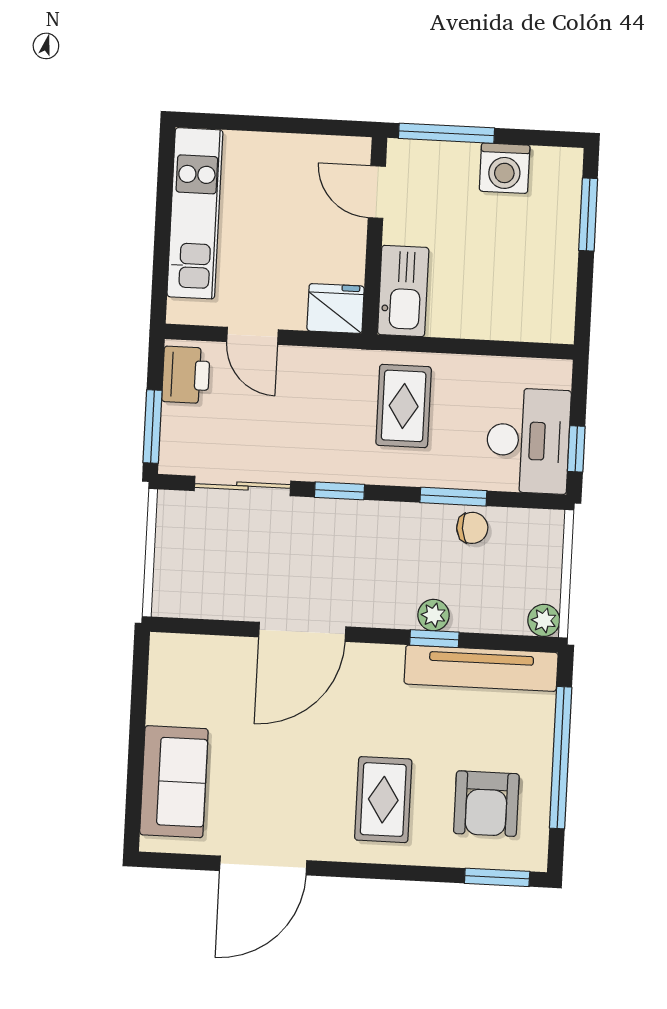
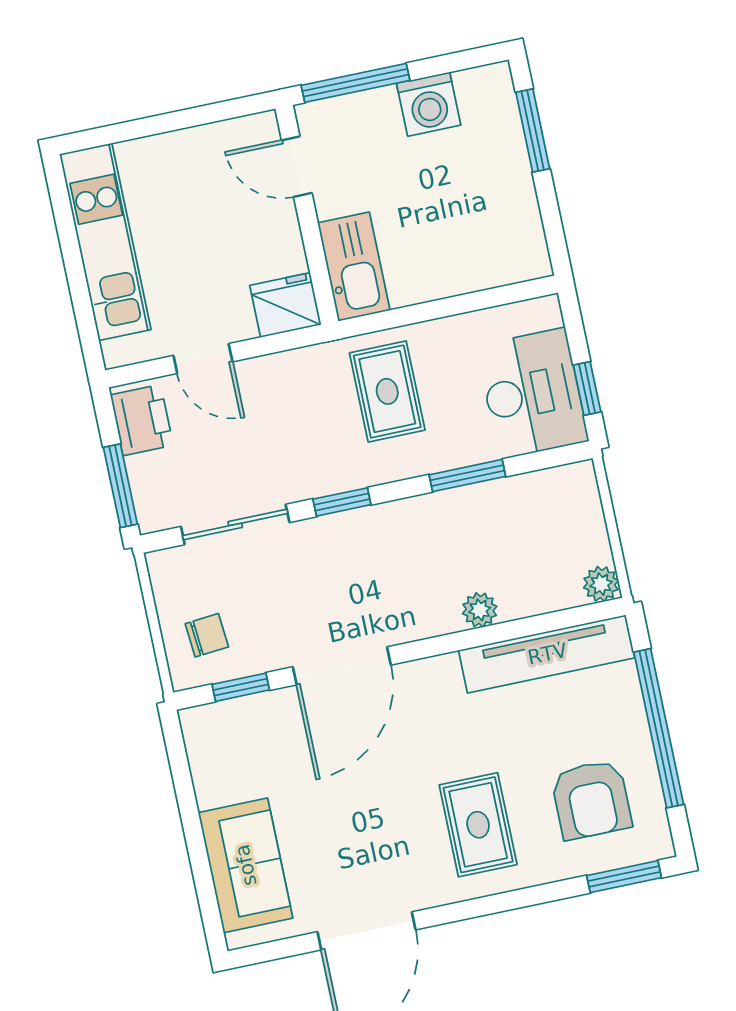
chair: (472, 528) -> (207, 635), moved
window: (434, 639) -> (241, 687), moved

